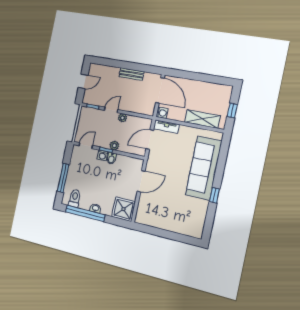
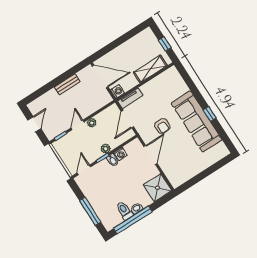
washing machine: (102, 155) -> (120, 154), moved
sofa: (204, 168) -> (197, 121), moved
armchair: (170, 169) -> (162, 126), added
toilet: (75, 198) -> (124, 211), moved

